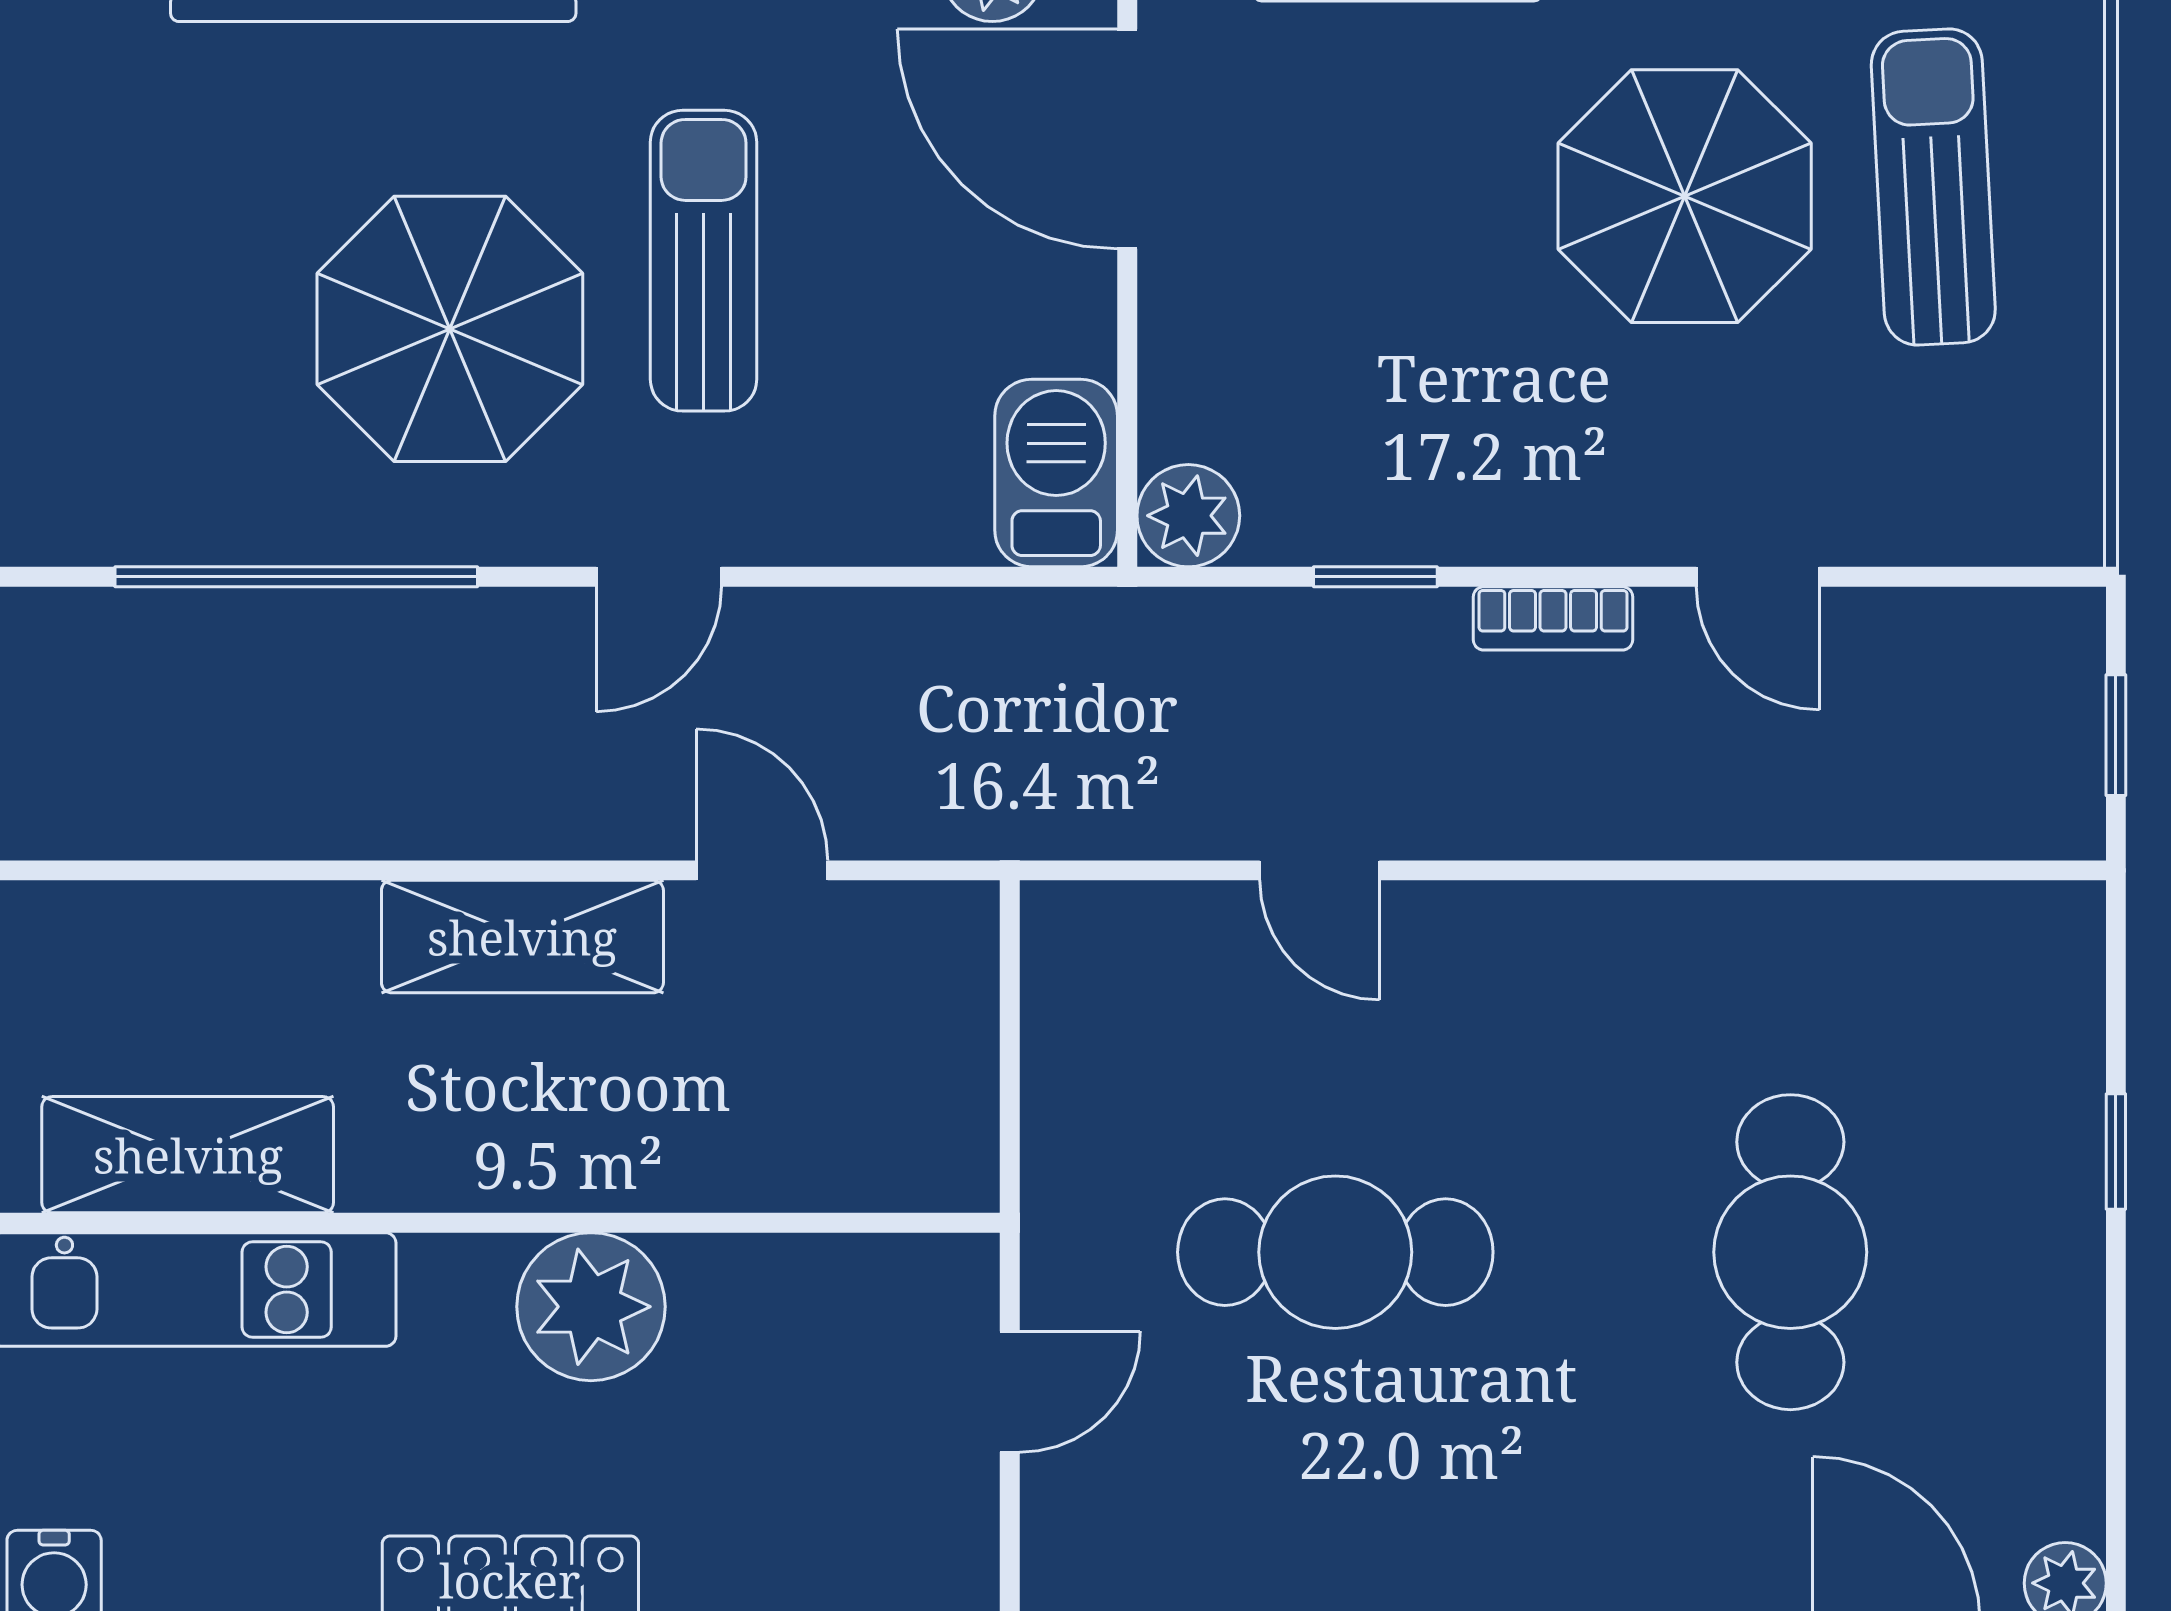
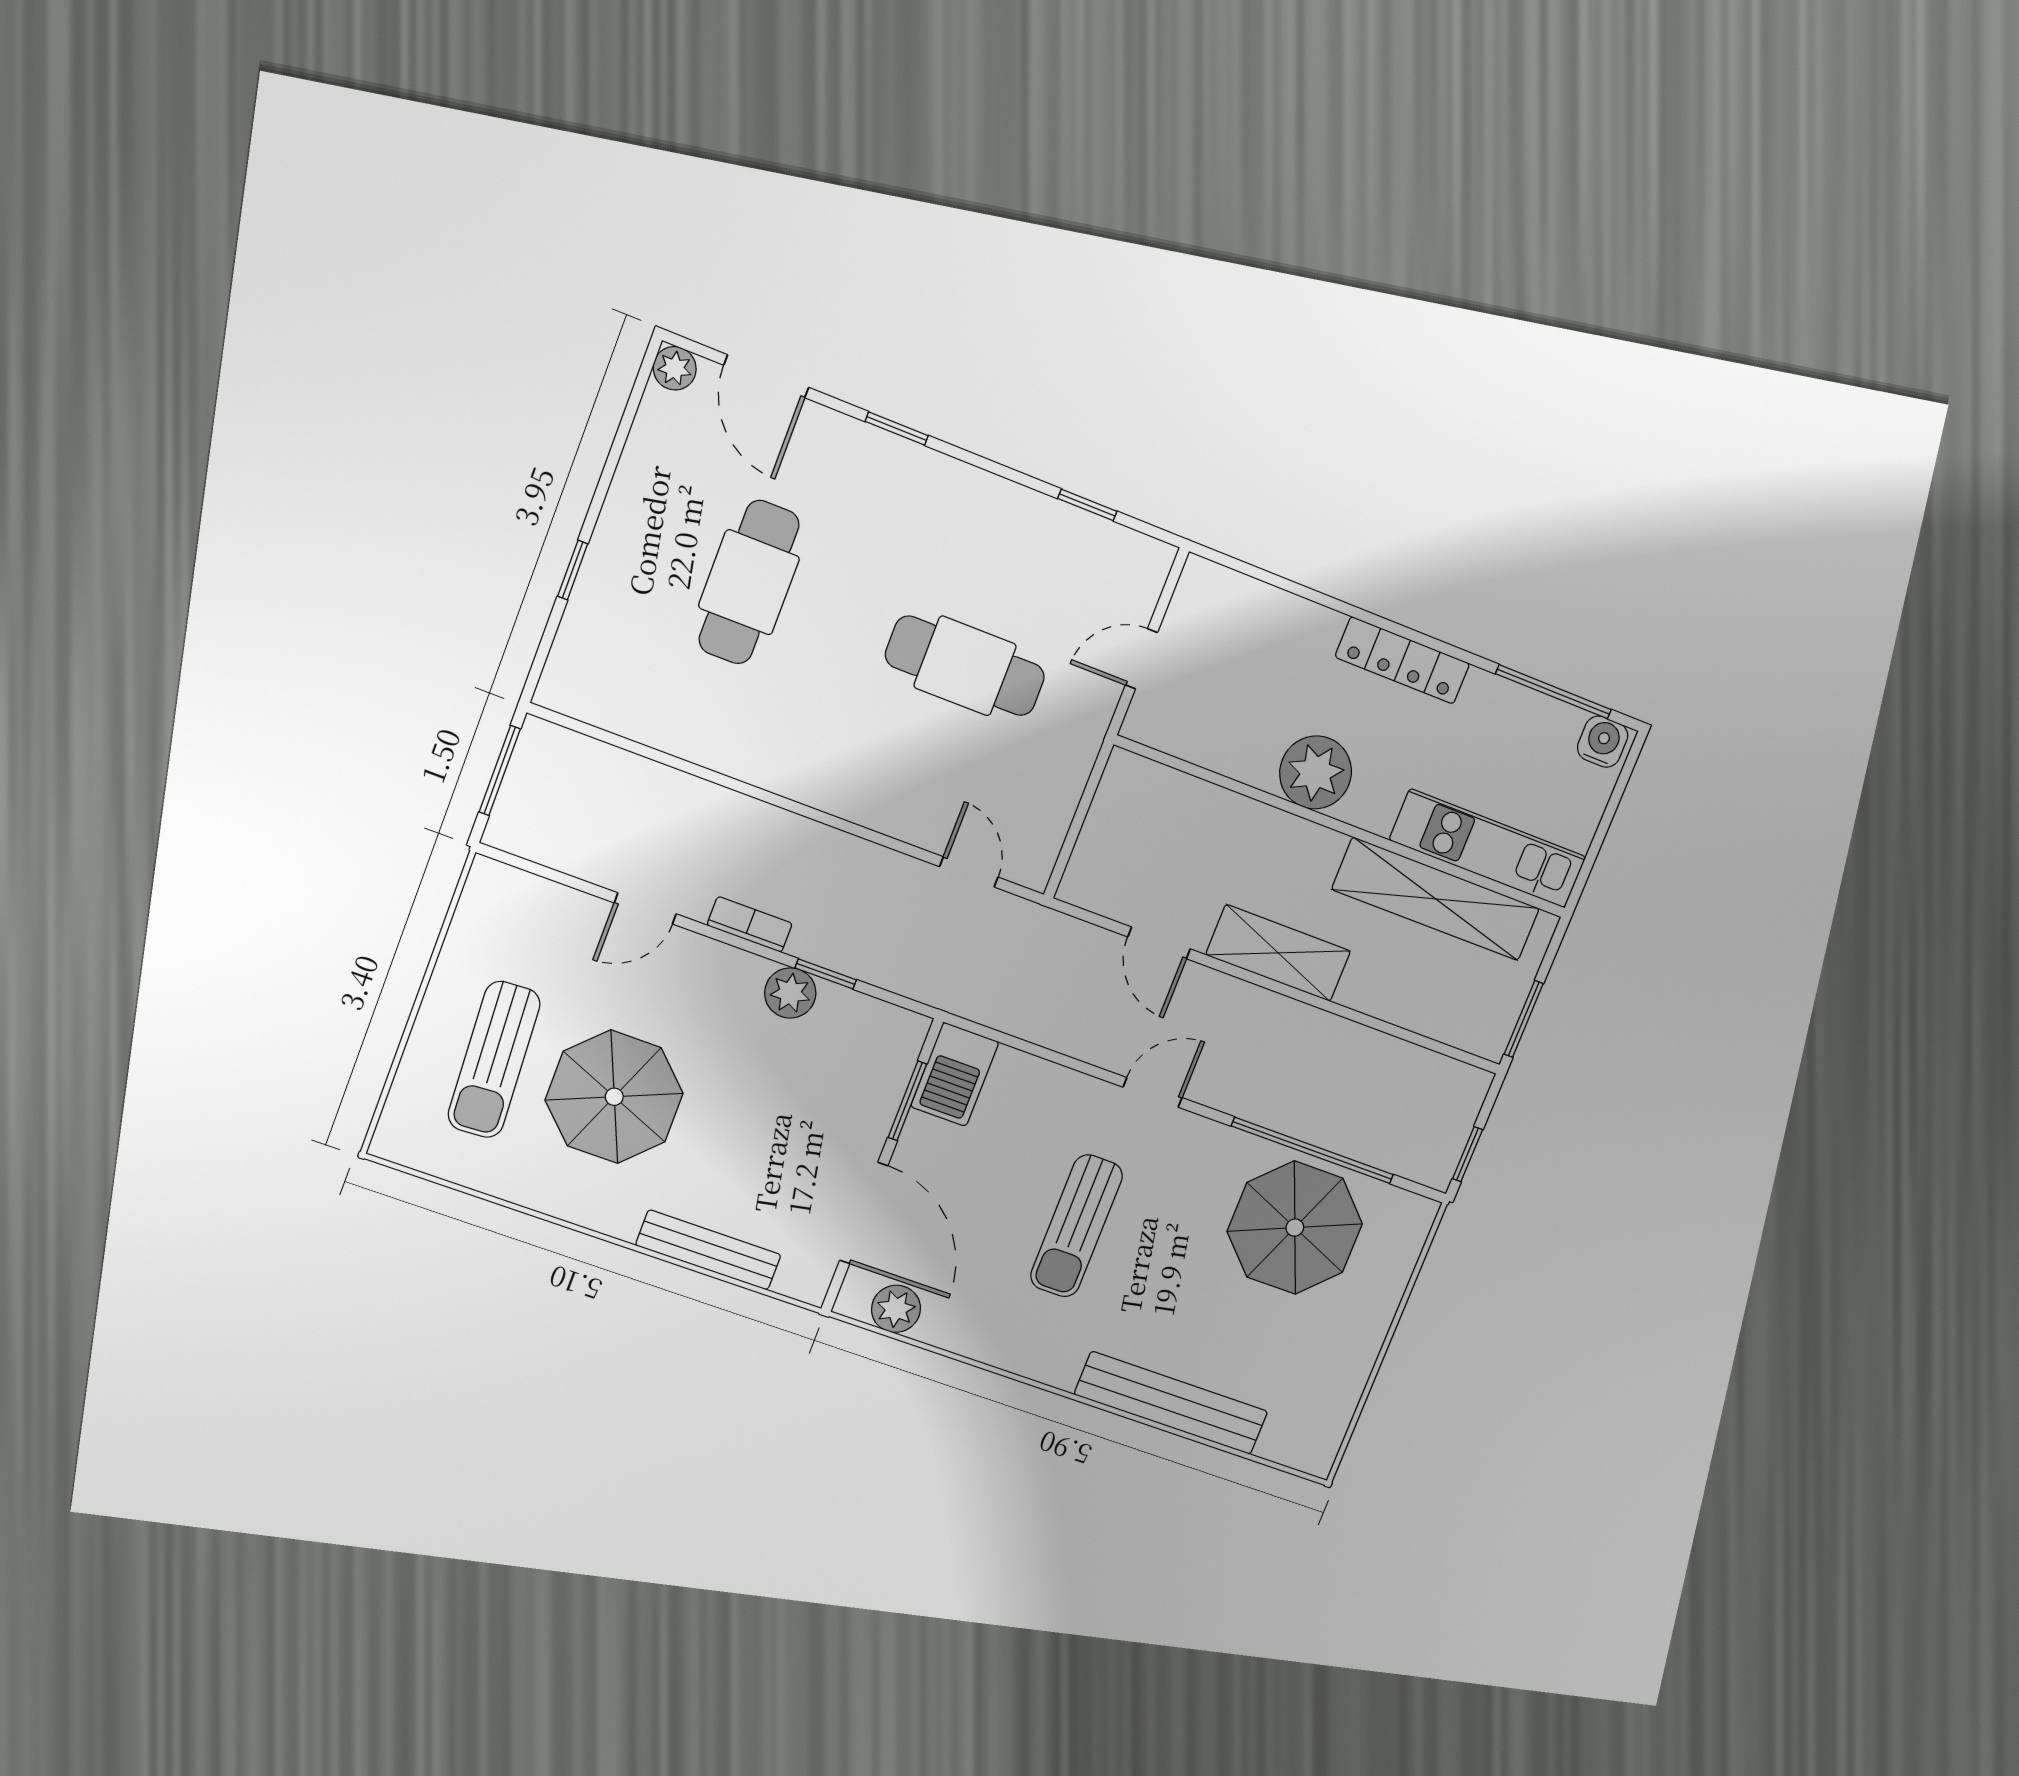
parasol: (450, 329) -> (1295, 1228), moved
window: (1127, 389) -> (907, 1101), added
plant: (1188, 516) -> (790, 993), moved
door: (1758, 577) -> (645, 908), swing flipped
window: (2116, 735) -> (500, 770), width x1.50
door: (1320, 870) -> (969, 872), moved
shelving: (188, 1155) -> (1436, 899), width x1.47

